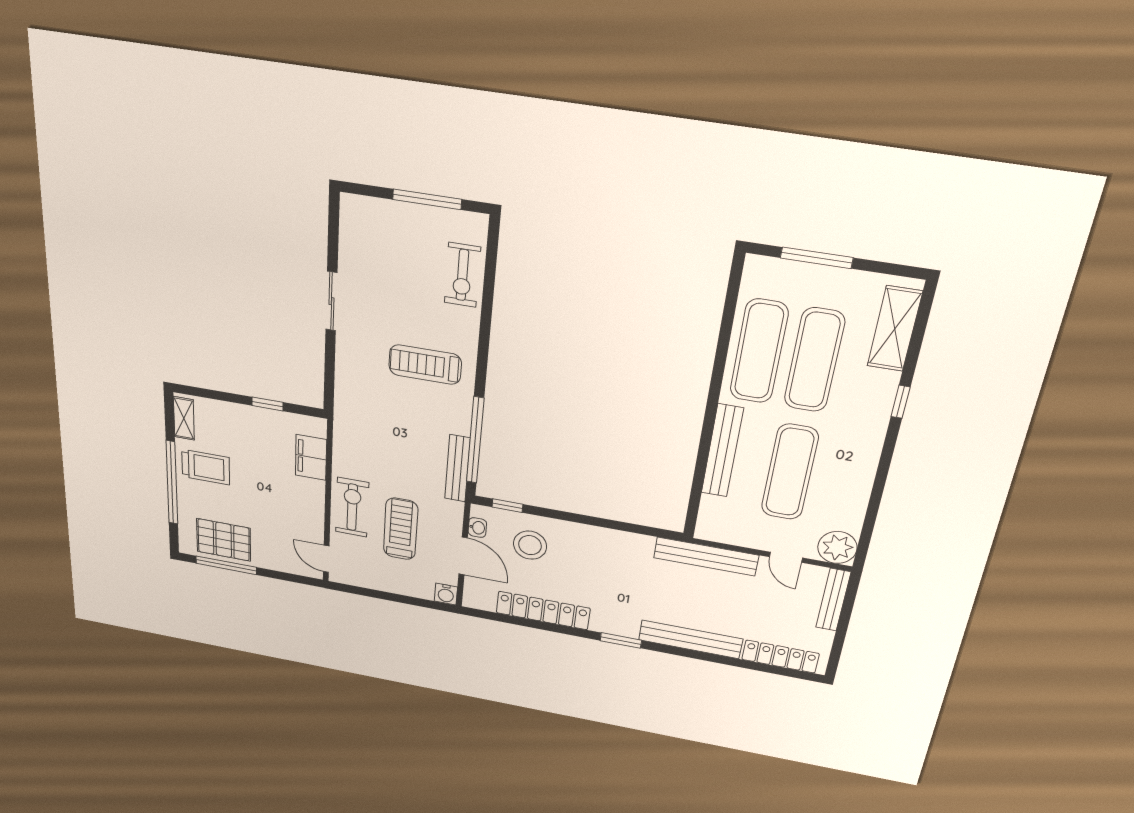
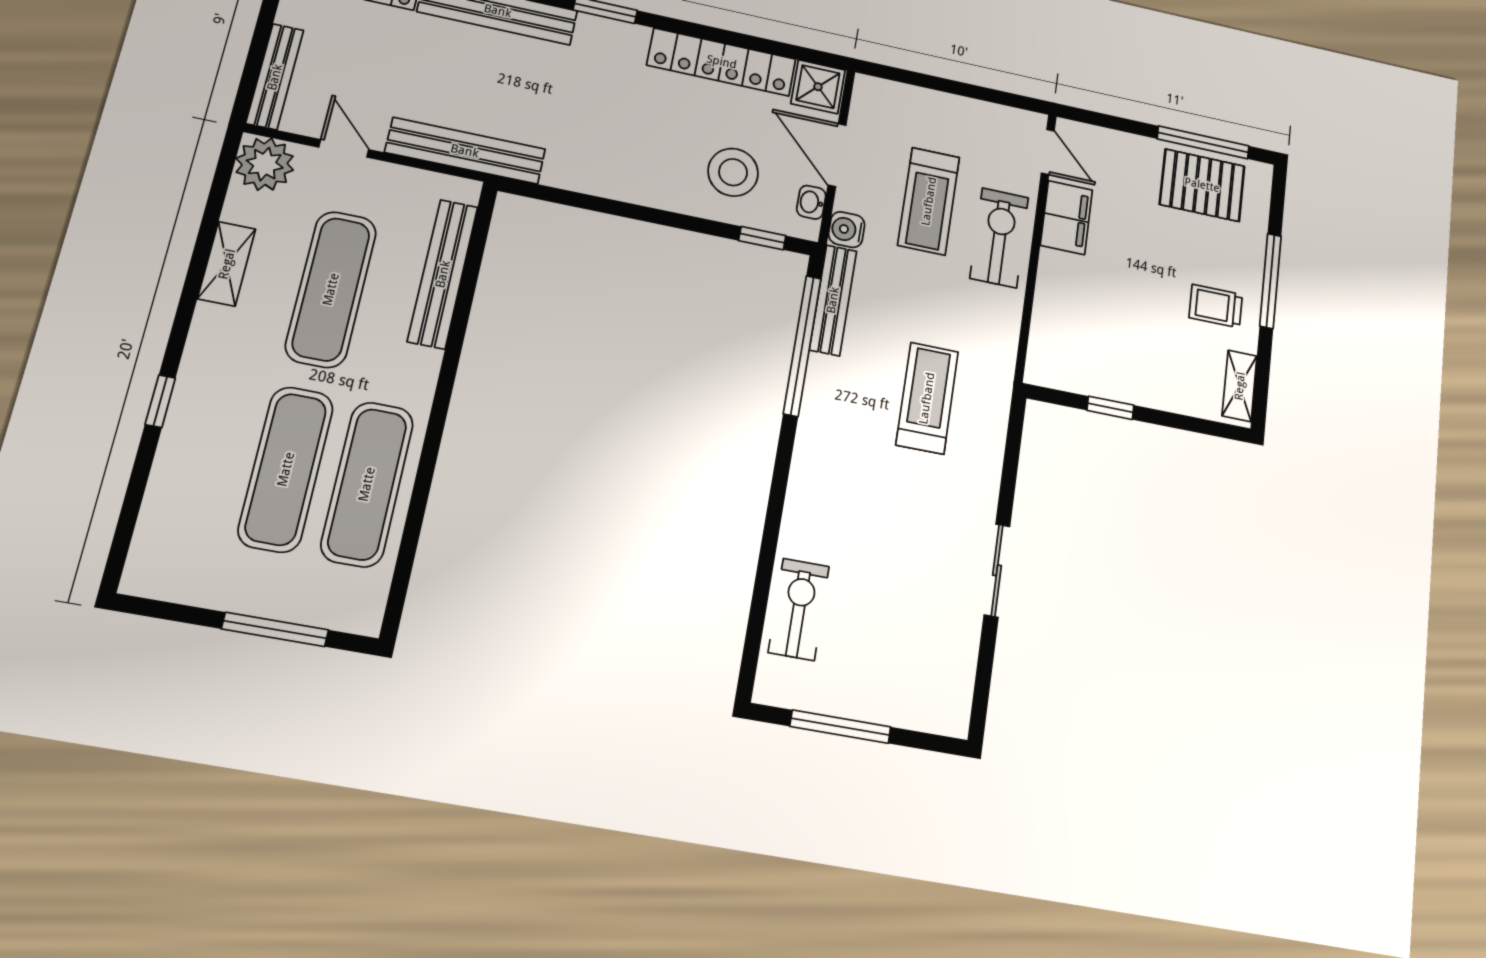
shelving: (895, 329) -> (227, 264), moved, width x0.67, depth x0.75
treadmill: (425, 365) -> (927, 398), moved, turned -90
bench: (722, 451) -> (443, 274), moved
filing cabinet: (311, 457) -> (1066, 218), moved
trolley: (206, 467) -> (1216, 306), width x0.73, depth x0.72
window: (172, 483) -> (1270, 281), width x0.68
exercise bike: (352, 507) -> (999, 238), turned 180
water cooler: (446, 594) -> (847, 230), moved, turned -90
shower: (479, 596) -> (818, 87), added

